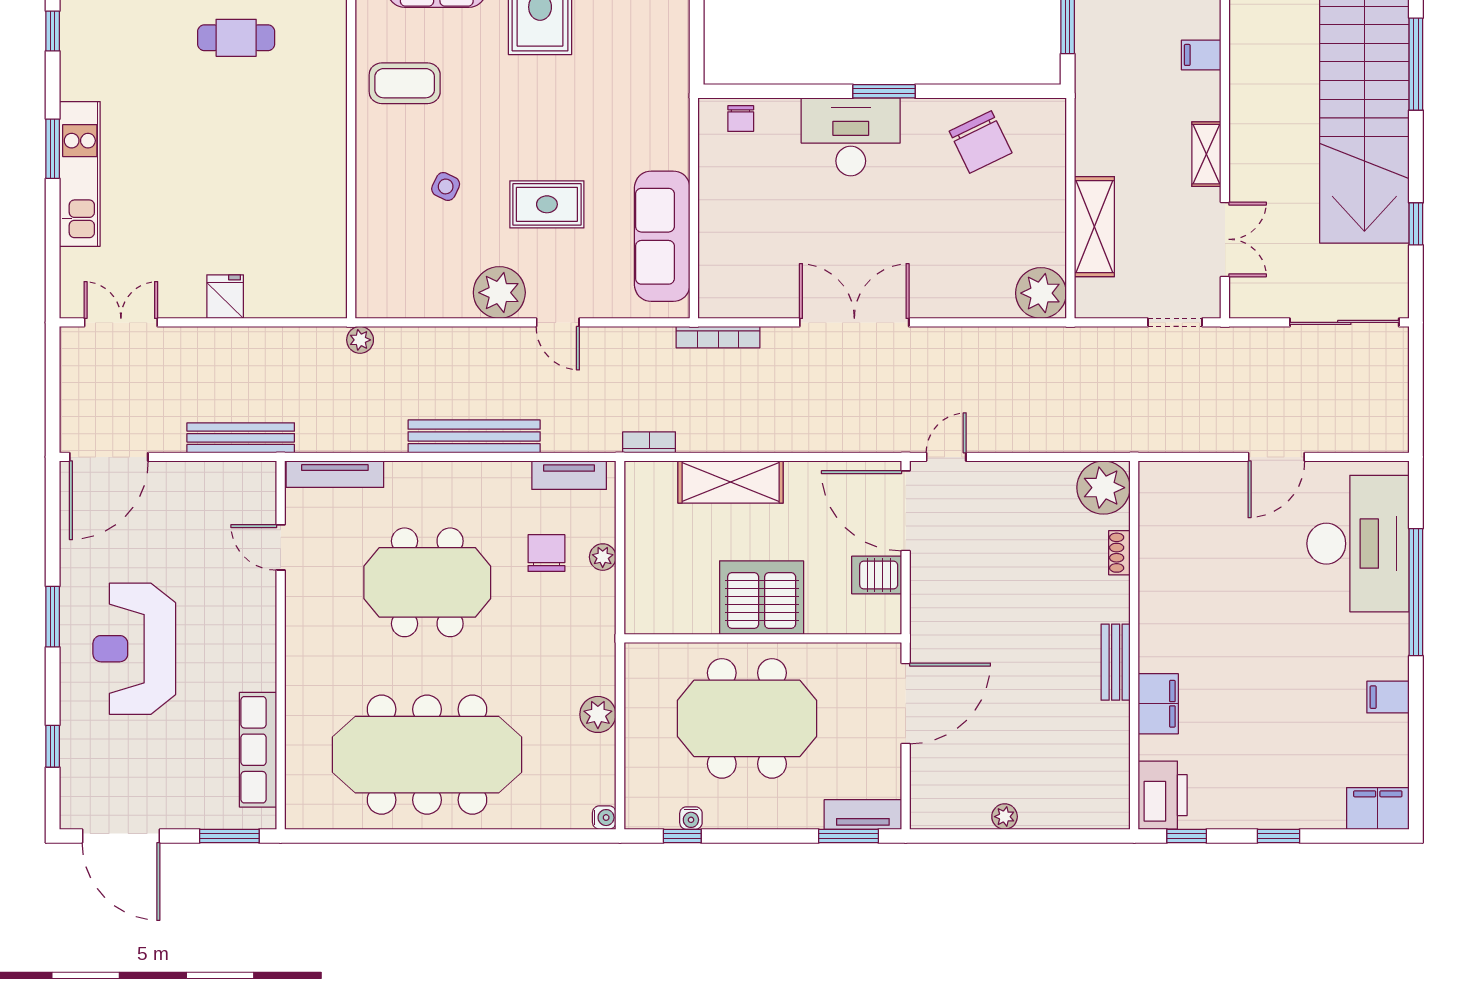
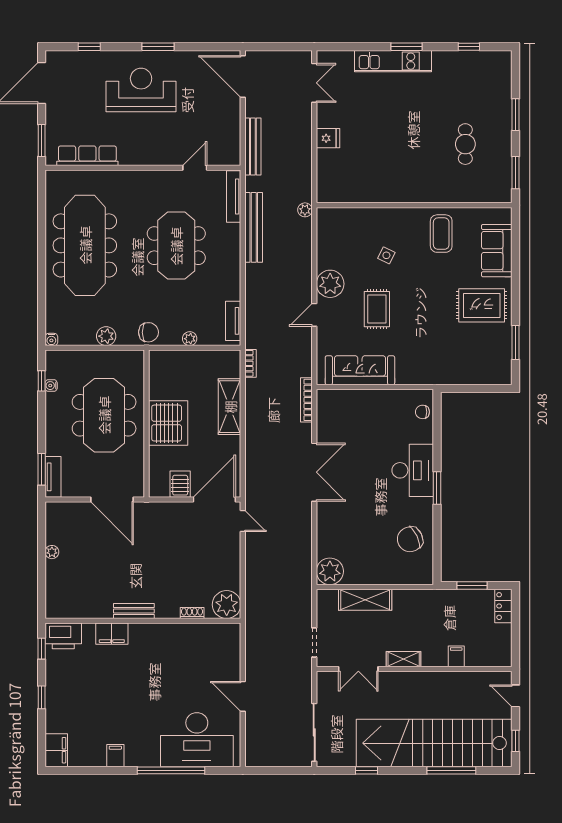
bench: (474, 436) -> (254, 227), moved
chair: (546, 553) -> (148, 332), moved

